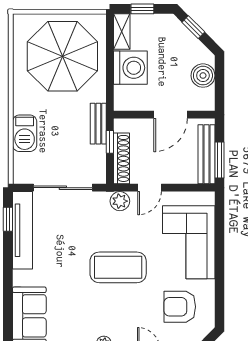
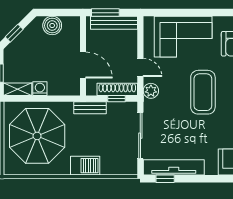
washing machine: (130, 68) -> (40, 89), width x0.53, depth x0.53
door: (171, 115) -> (83, 65), moved
barbecue: (25, 133) -> (85, 166), moved
window: (110, 142) -> (116, 99), moved
window: (219, 160) -> (105, 13), moved

